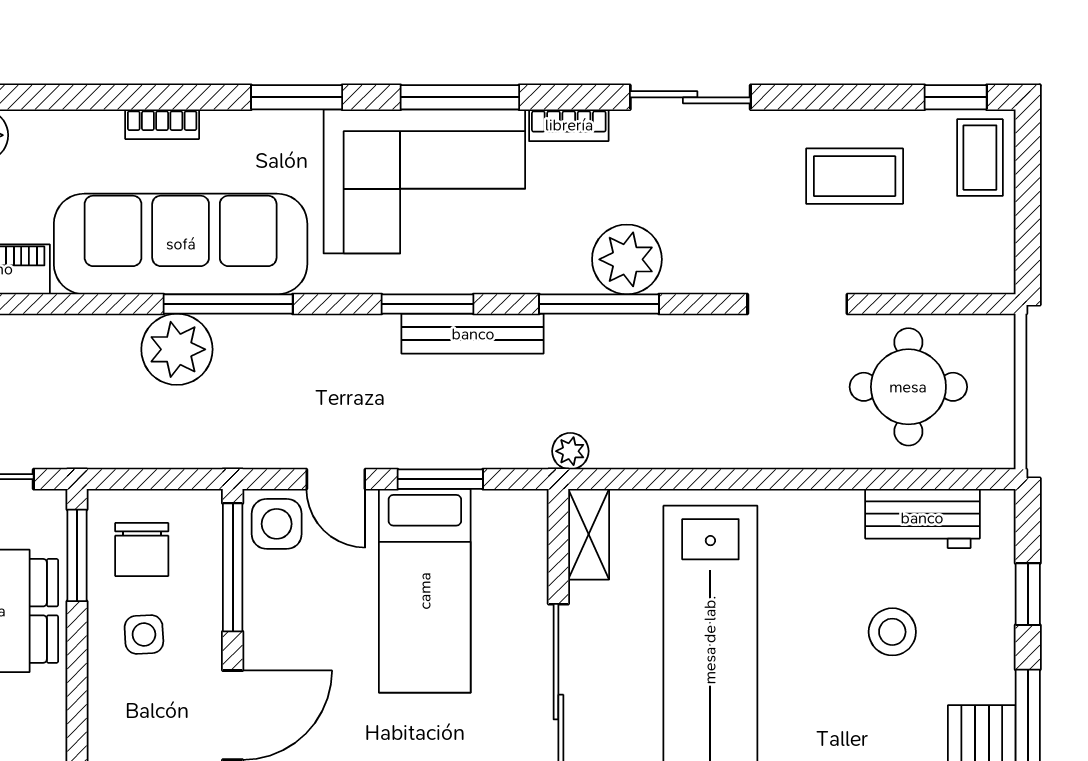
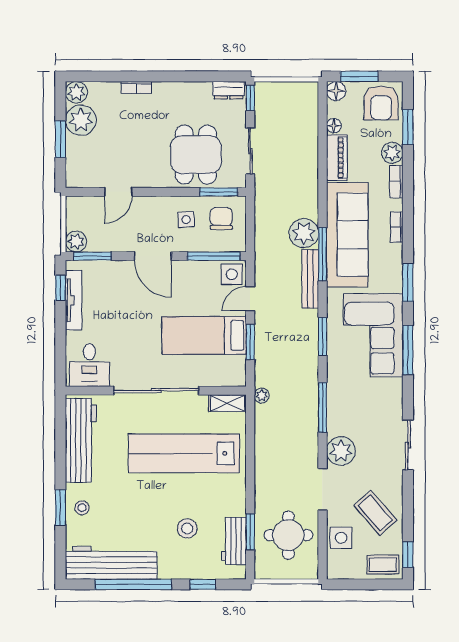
bookcase: (569, 125) -> (396, 181), moved
coffee table: (855, 176) -> (375, 513), turned -41
plant: (627, 259) -> (341, 451), moved
side table: (915, 259) -> (341, 538), added
bench: (473, 334) -> (310, 279), moved
window: (900, 479) -> (250, 532), added
chair: (142, 549) -> (221, 219), turned 90

